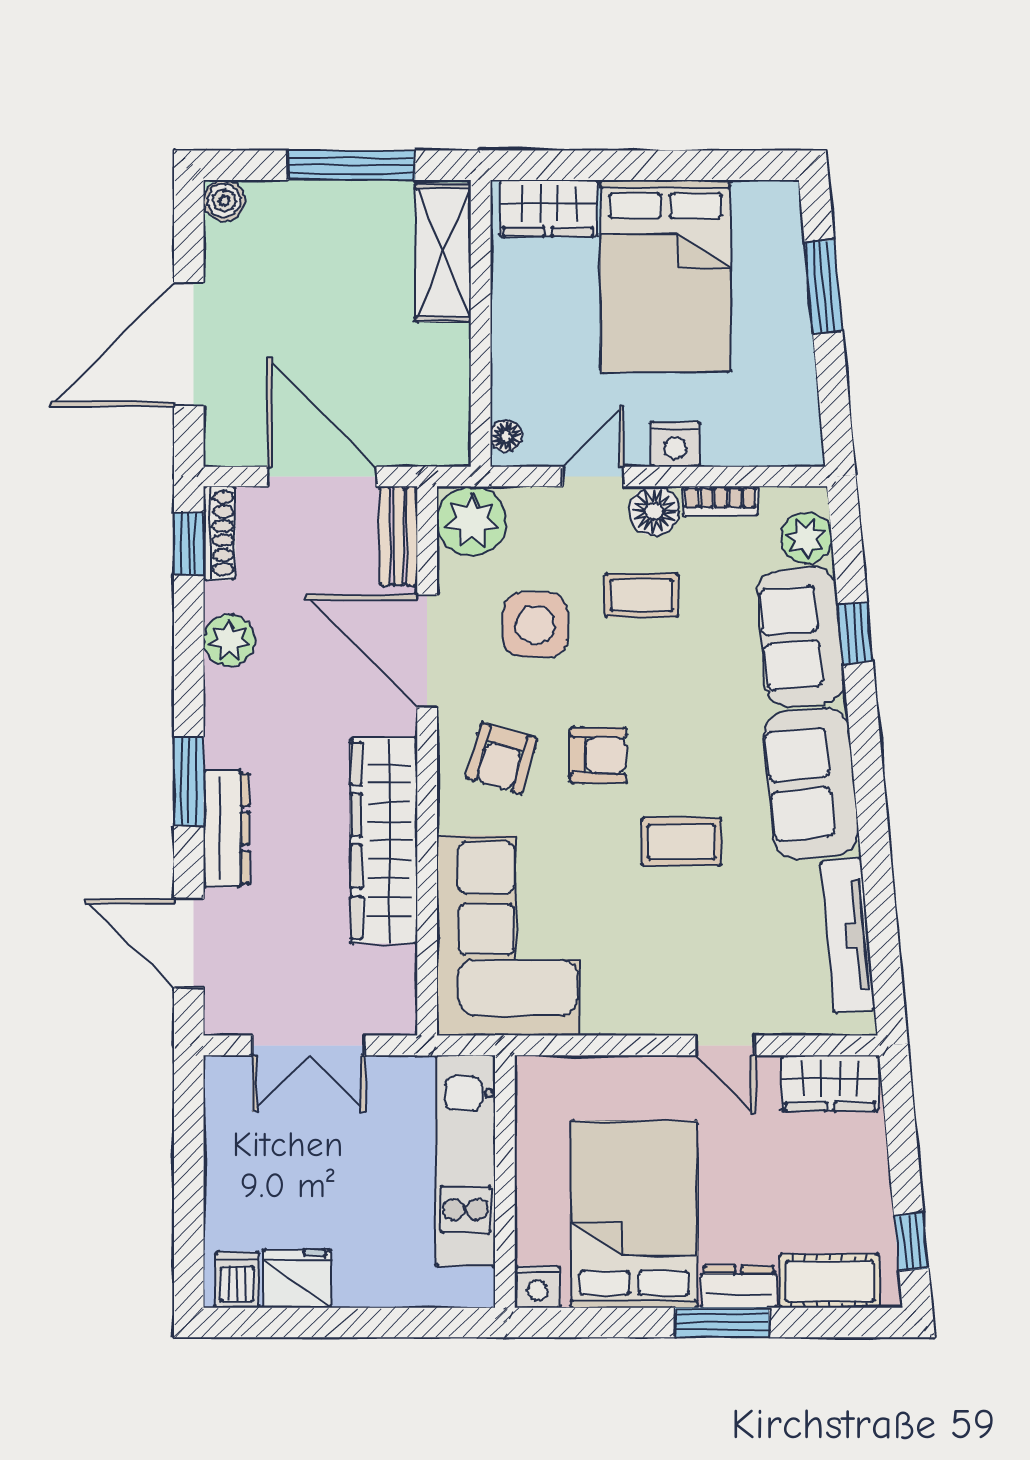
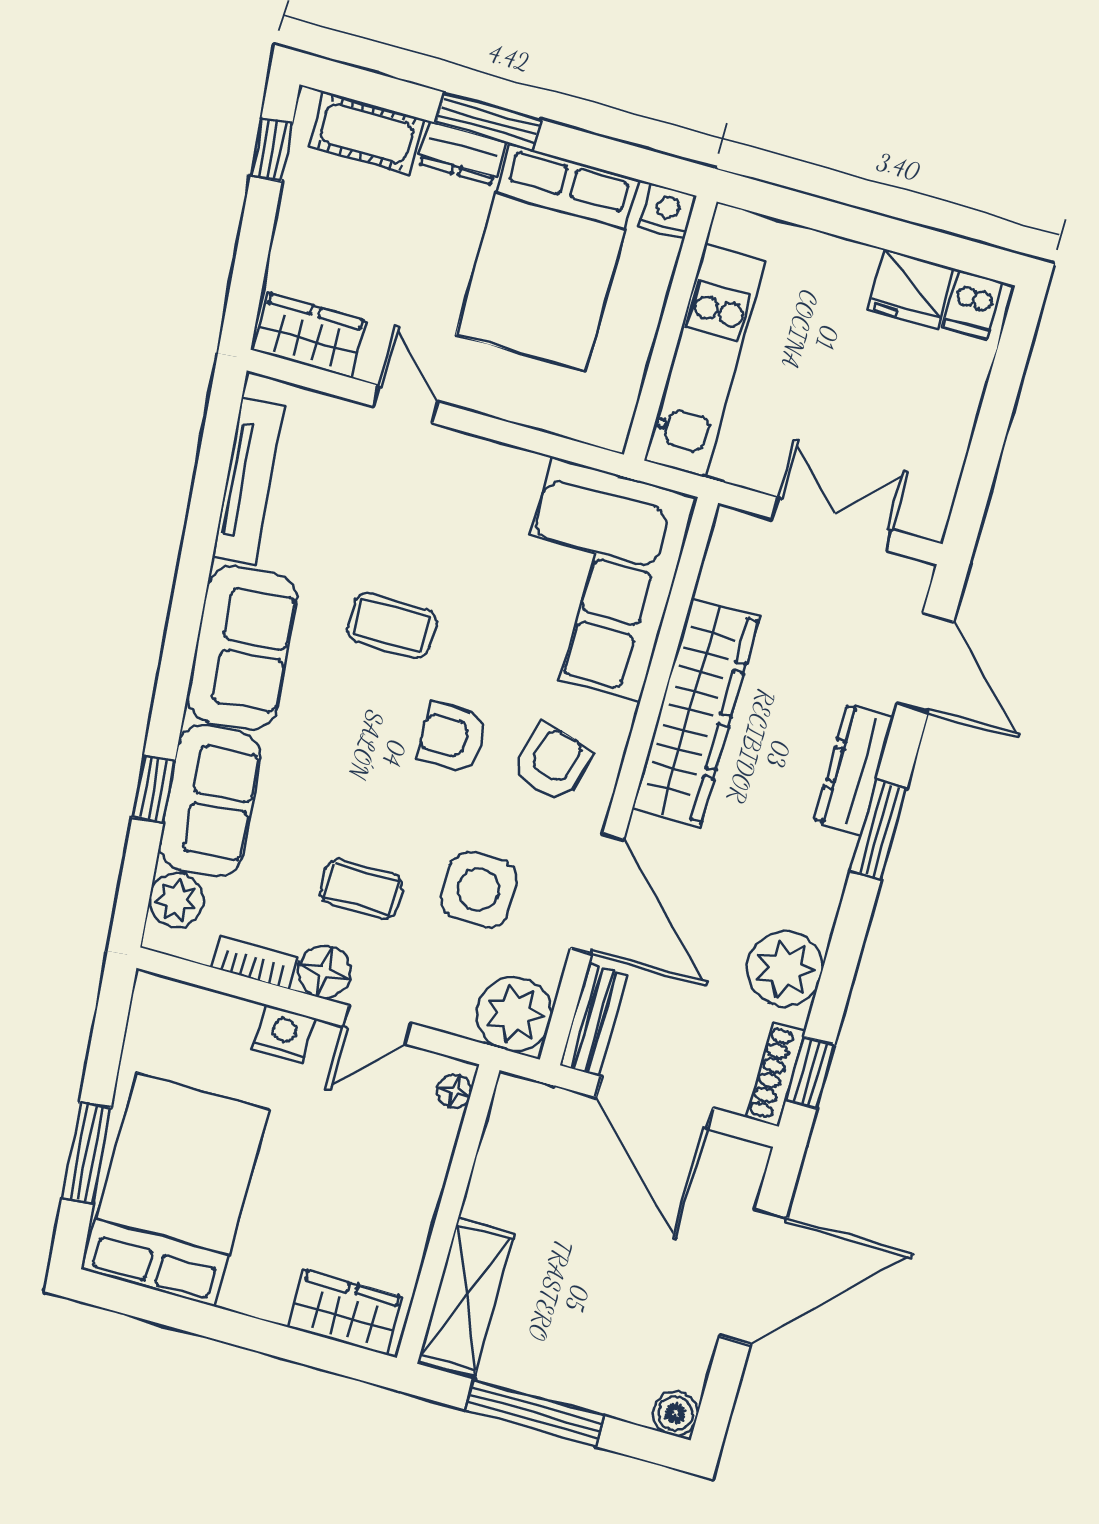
bed: (666, 276) -> (176, 1190), moved
plant: (229, 640) -> (785, 969), width x1.36, depth x1.36

